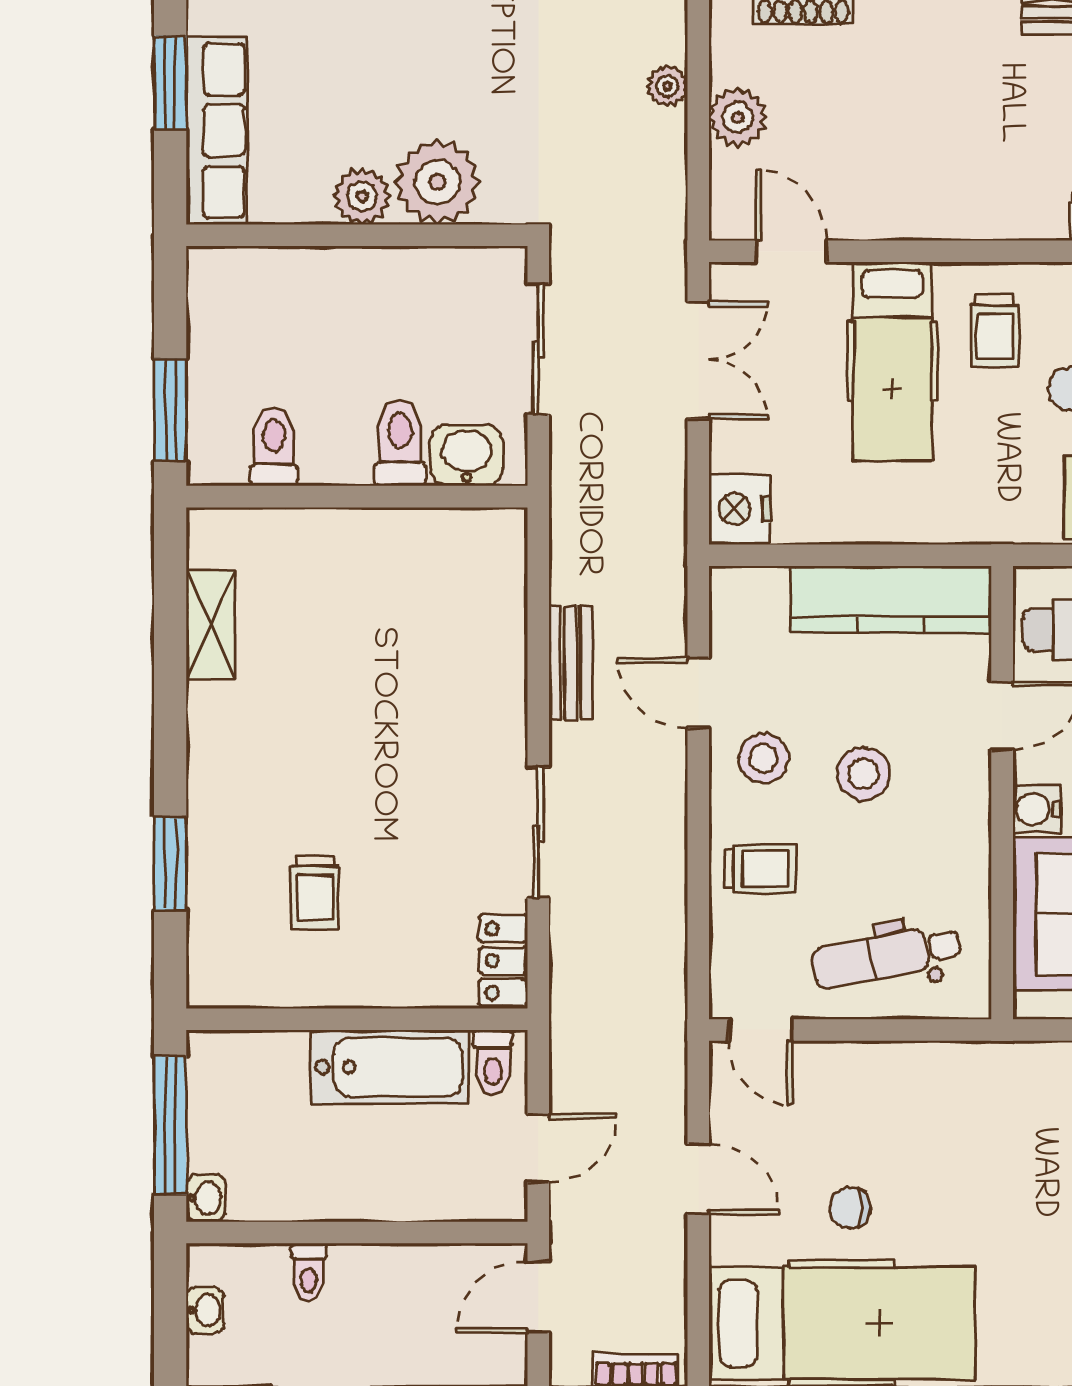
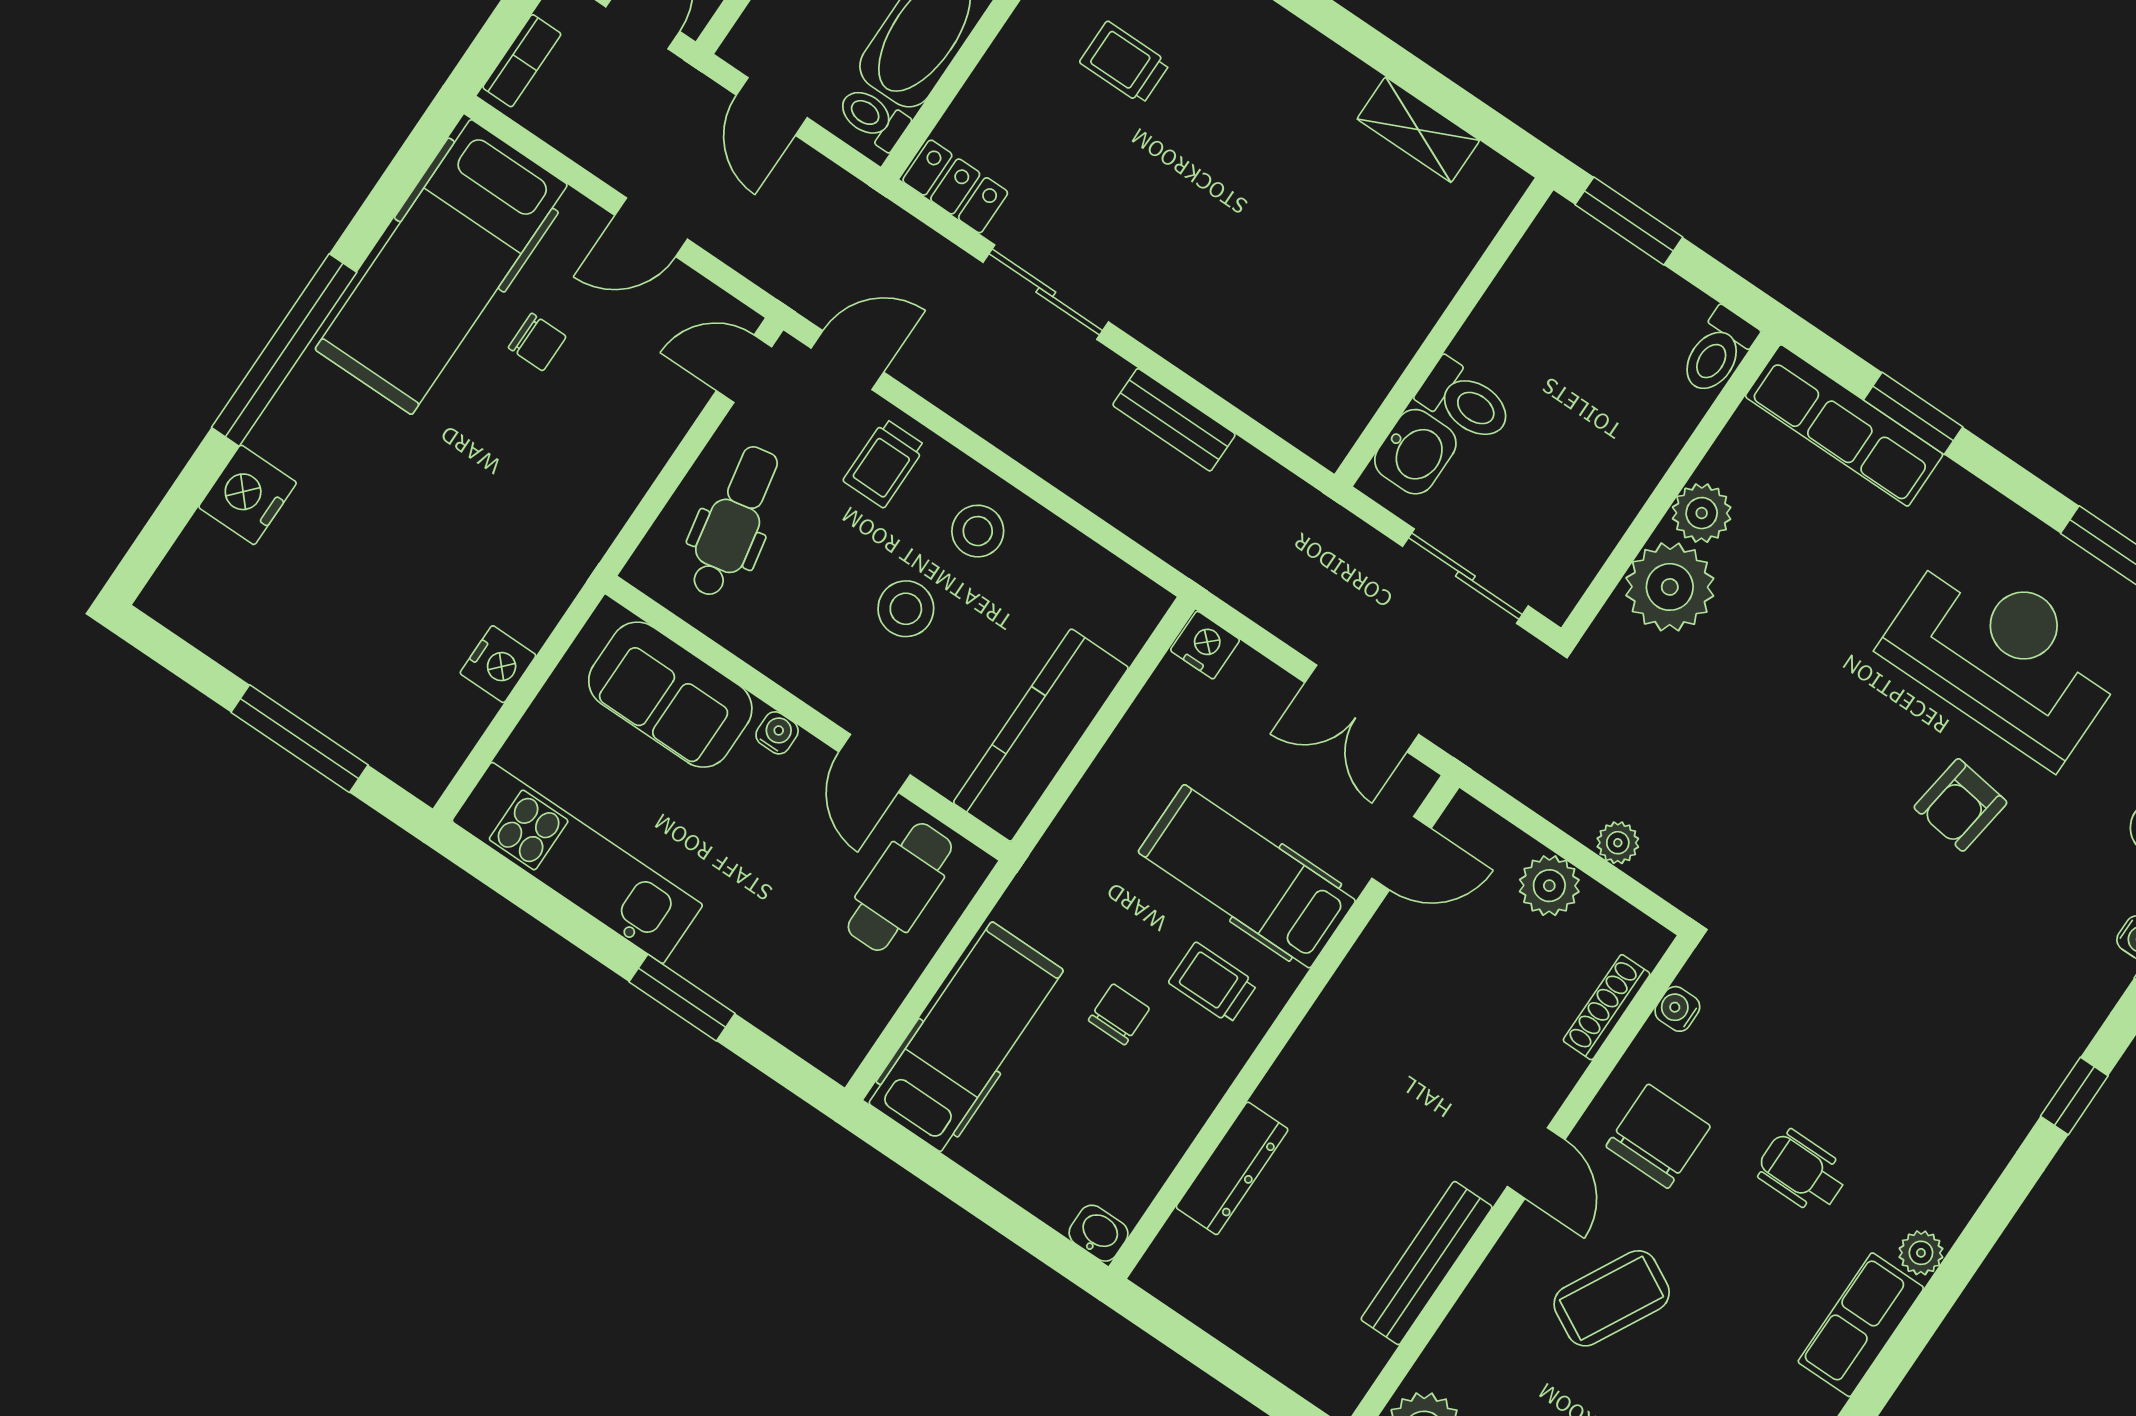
toilet: (274, 446) -> (1718, 351), moved, turned 90
nightstand: (739, 509) -> (1205, 645), width x0.74, depth x0.75
door: (698, 693) -> (847, 360), moved
water cooler: (1037, 809) -> (777, 733), width x0.72, depth x0.72
chair: (850, 1208) -> (537, 342), turned 90

